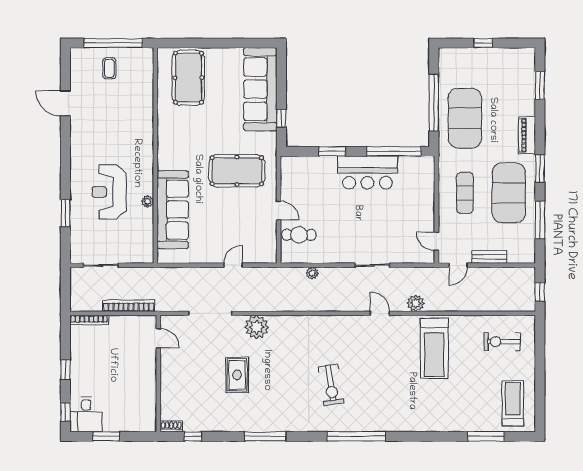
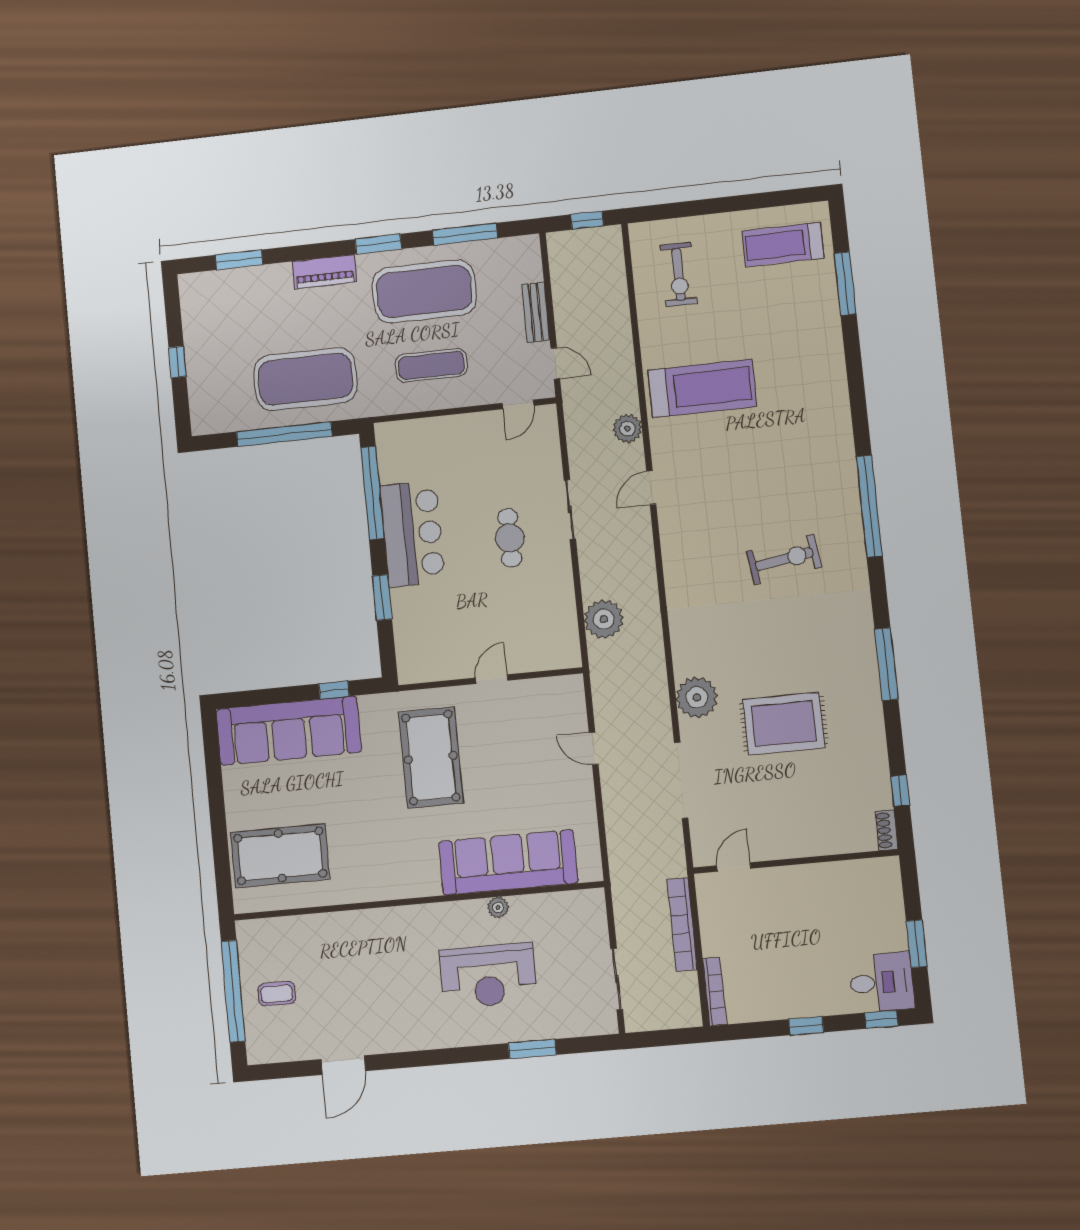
cafe table: (299, 235) -> (510, 538), moved
plant: (312, 273) -> (604, 619), width x1.88, depth x1.88
rug: (237, 375) -> (784, 723), width x1.36, depth x1.43

